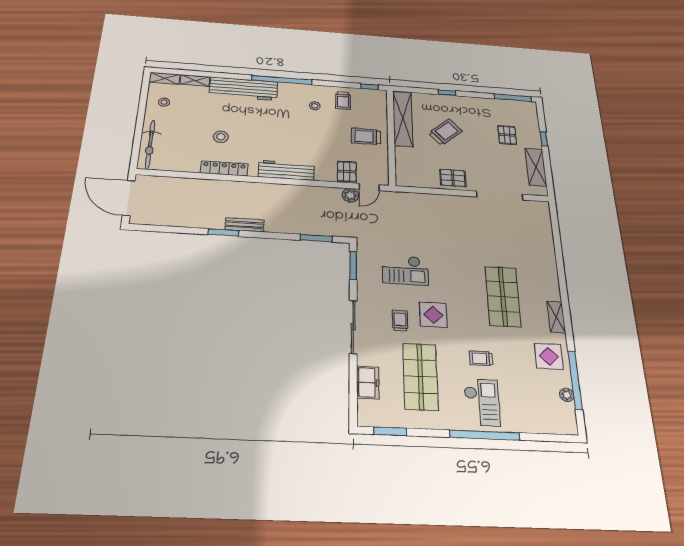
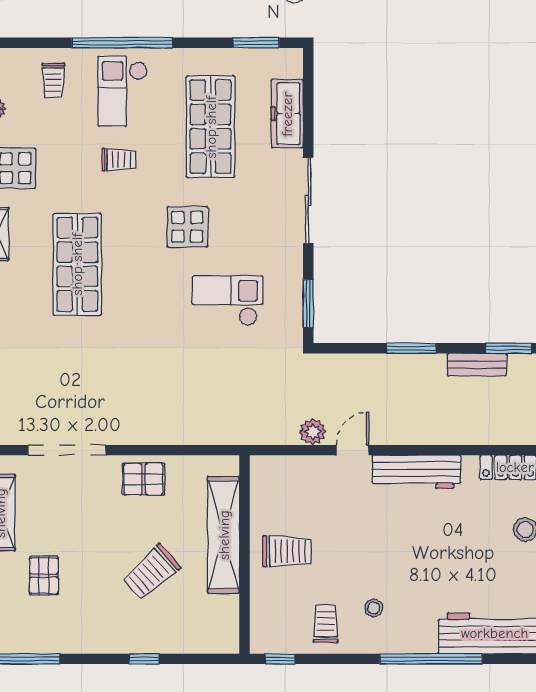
shelving: (403, 119) -> (224, 535), moved
pallet: (347, 172) -> (319, 477), removed
door: (369, 187) -> (352, 450), moved
window: (316, 238) -> (411, 348), moved
trolley: (400, 321) -> (53, 80), moved
freezer: (368, 383) -> (287, 114), width x1.40

